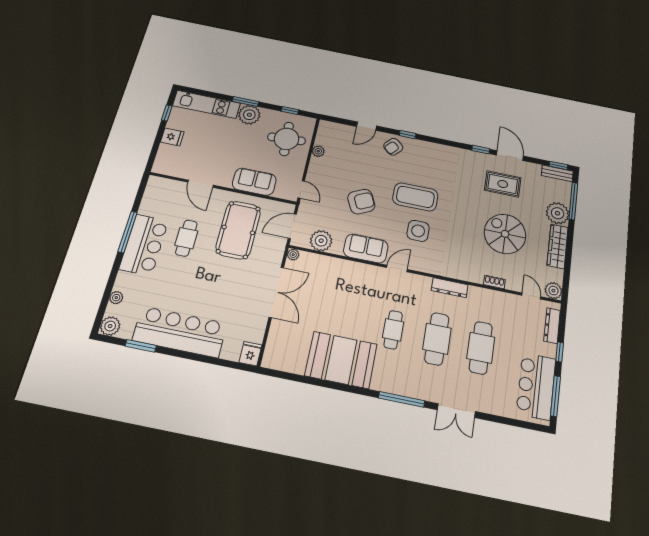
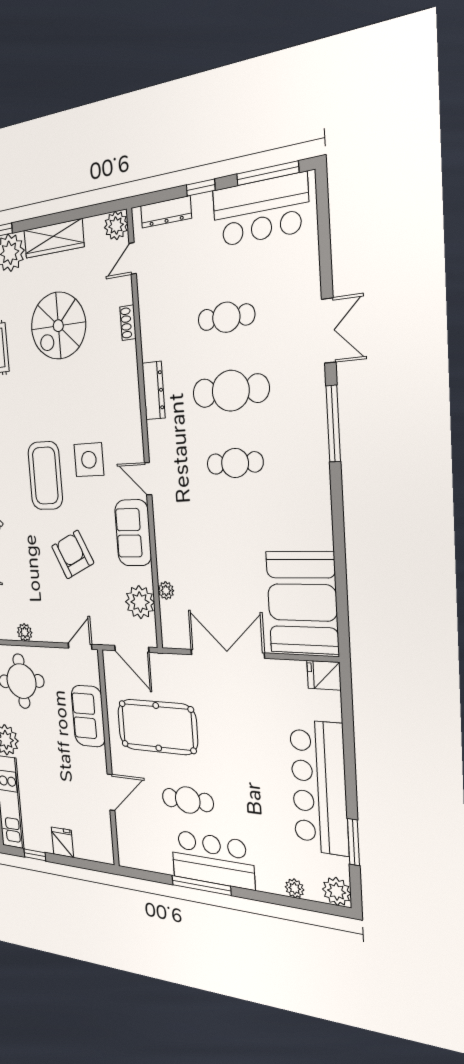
plant: (293, 255) -> (166, 590), moved
cafe table: (481, 348) -> (226, 317), width x0.73, depth x0.74
booth: (341, 360) -> (302, 602), moved

